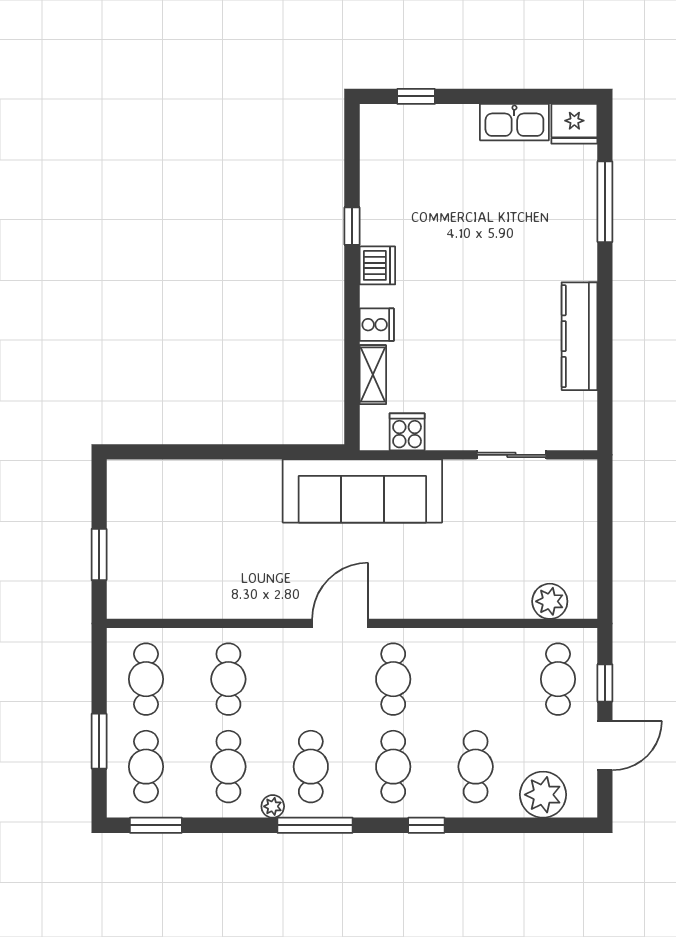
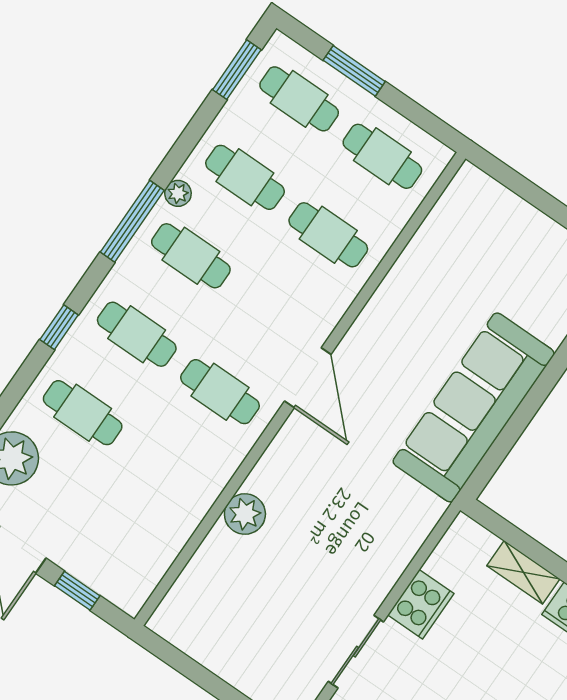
cooker: (407, 432) -> (421, 604), moved, width x1.36
sofa: (362, 491) -> (474, 407), moved
window: (99, 555) -> (532, 193), removed
plant: (550, 601) -> (245, 514), moved
cafe table: (558, 679) -> (112, 549), removed

